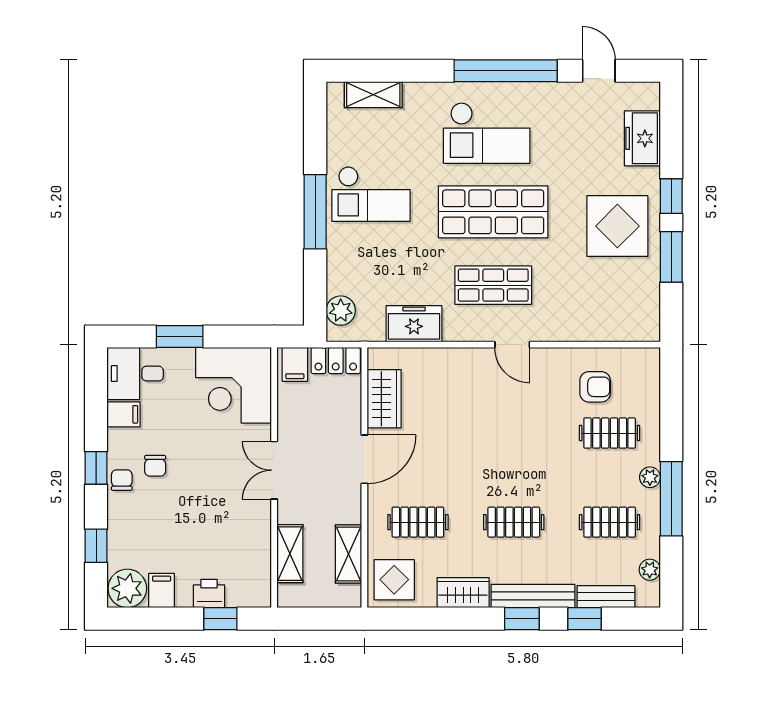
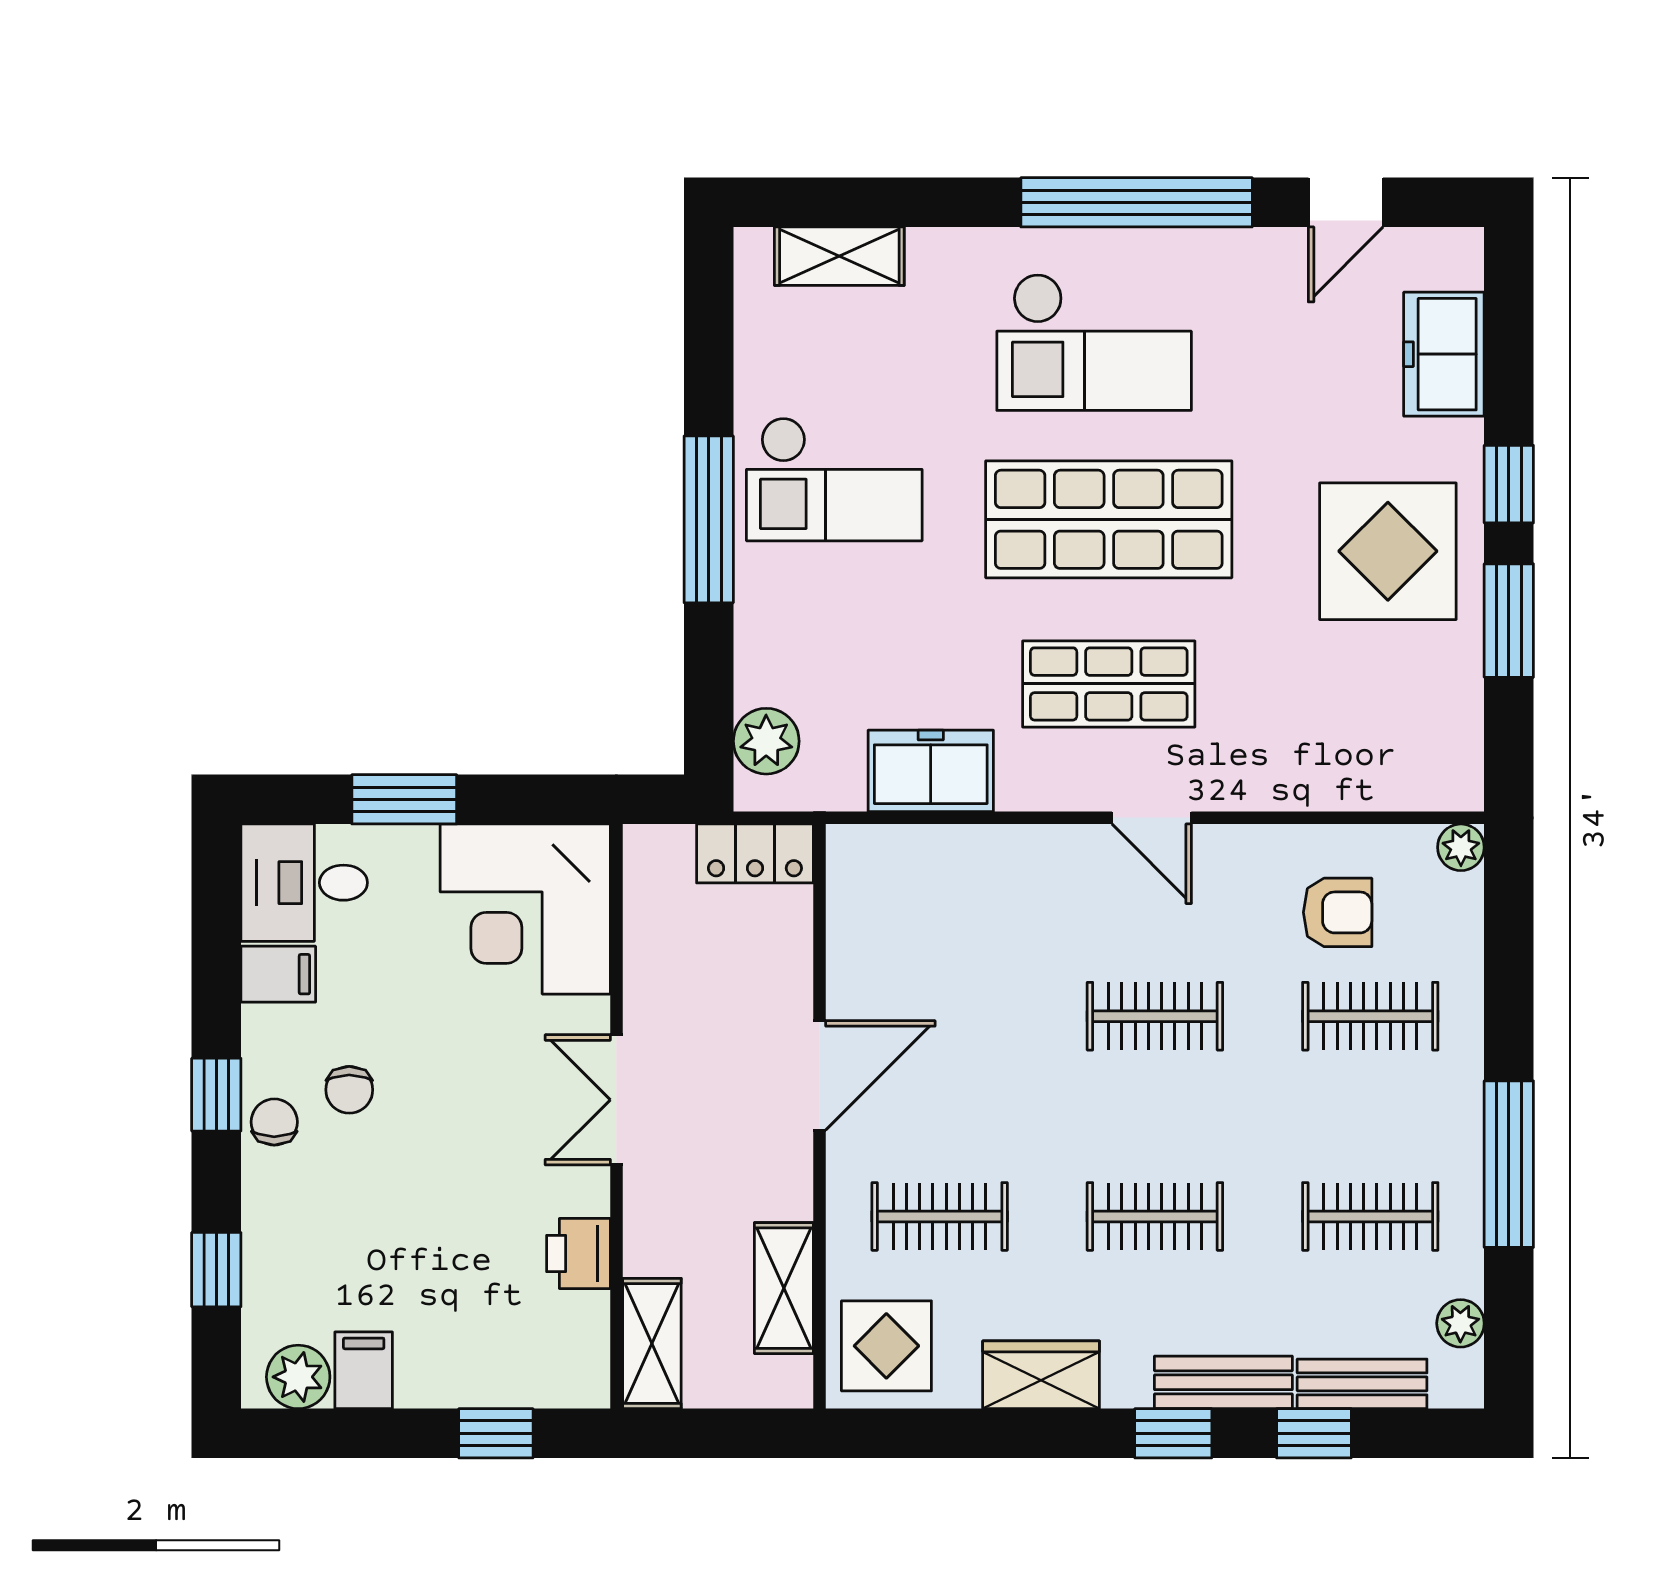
door: (599, 71) -> (1346, 202), swing flipped
filing cabinet: (295, 364) -> (663, 862), removed
wardrobe: (384, 399) -> (864, 939), removed
clothes rail: (514, 433) -> (1155, 1016), added
plant: (650, 477) -> (1461, 847), moved
shelving: (290, 554) -> (652, 1343), moved
plant: (127, 588) -> (298, 1377), width x0.73, depth x0.73
printer: (209, 593) -> (578, 1254), moved, turned -90
bench: (533, 596) -> (1223, 1382), width x0.73

